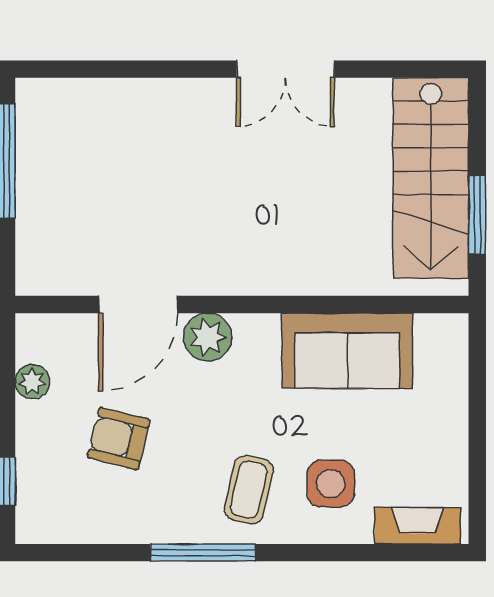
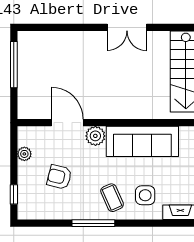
door: (138, 304) -> (67, 123), swing flipped
sofa: (347, 351) -> (142, 141), width x1.36
coffee table: (249, 490) -> (112, 198), turned -37

